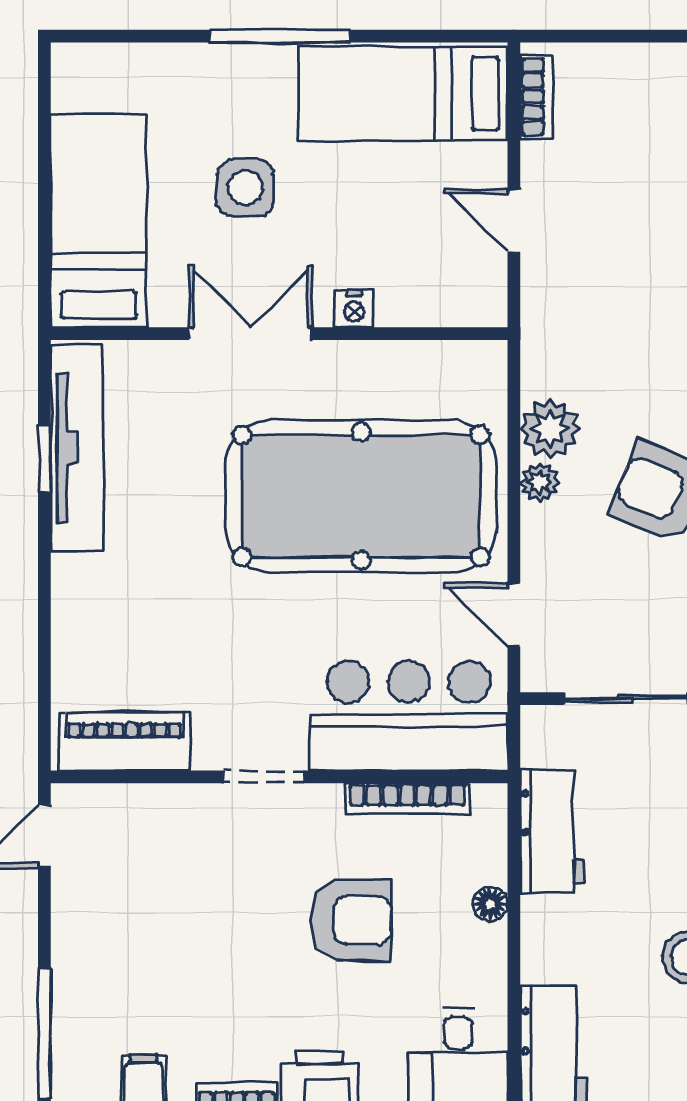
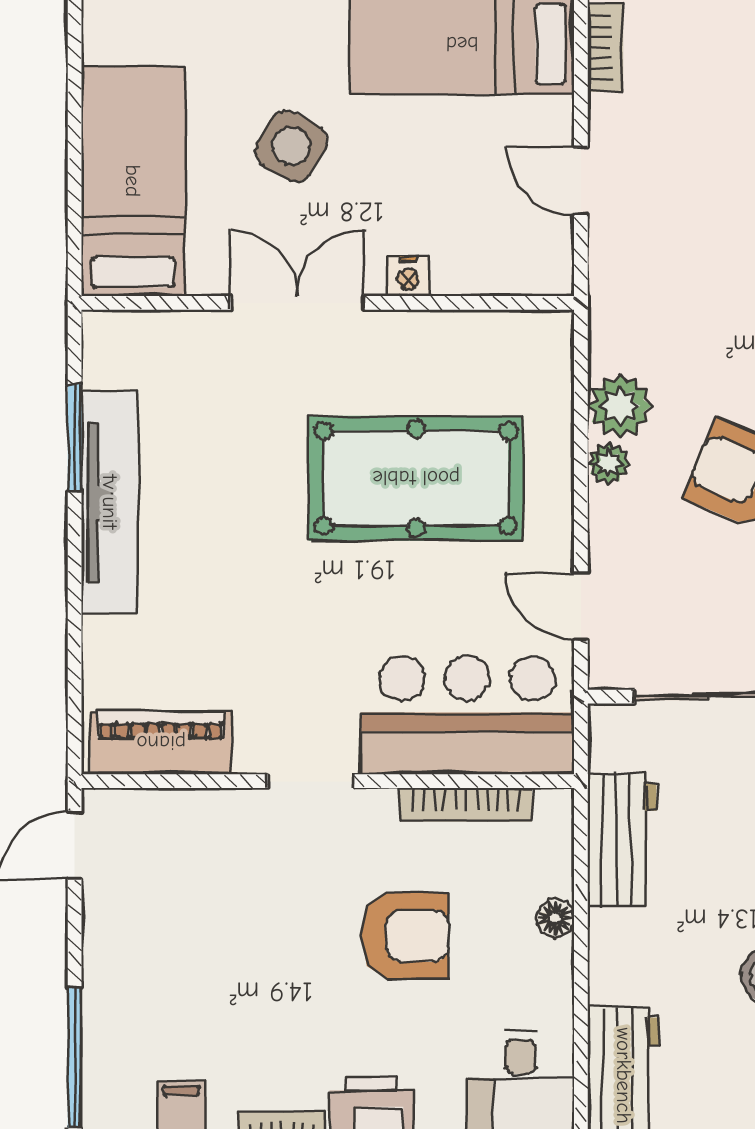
side table: (245, 188) -> (291, 146), turned 30
tv unit: (77, 448) -> (110, 502), moved
window: (44, 459) -> (75, 438), width x1.50
pool table: (361, 496) -> (416, 478), width x0.73, depth x0.76

